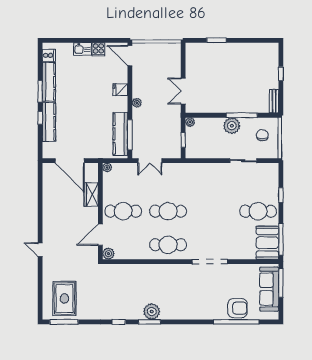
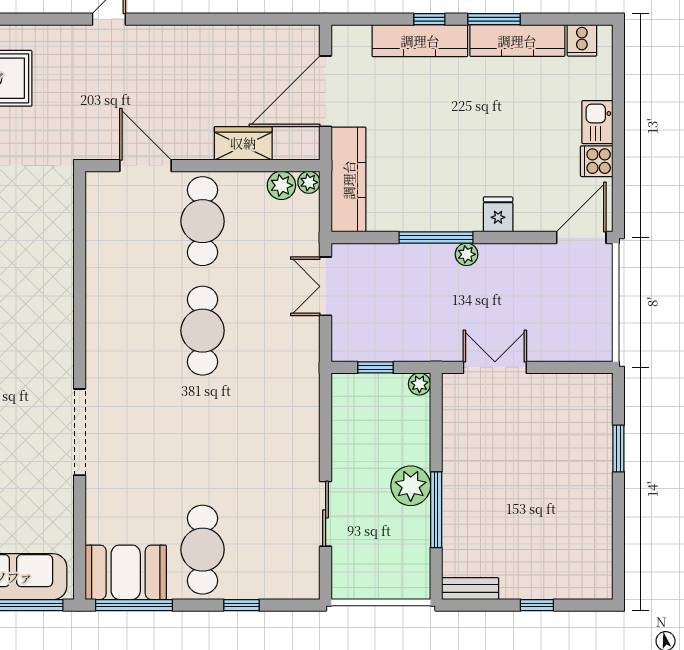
kitchen counter: (120, 134) -> (349, 180), moved, turned 90
window: (130, 135) -> (436, 238), moved
chair: (262, 135) -> (388, 560), removed
cafe table: (168, 245) -> (121, 331), removed
plant: (108, 254) -> (281, 185), moved

